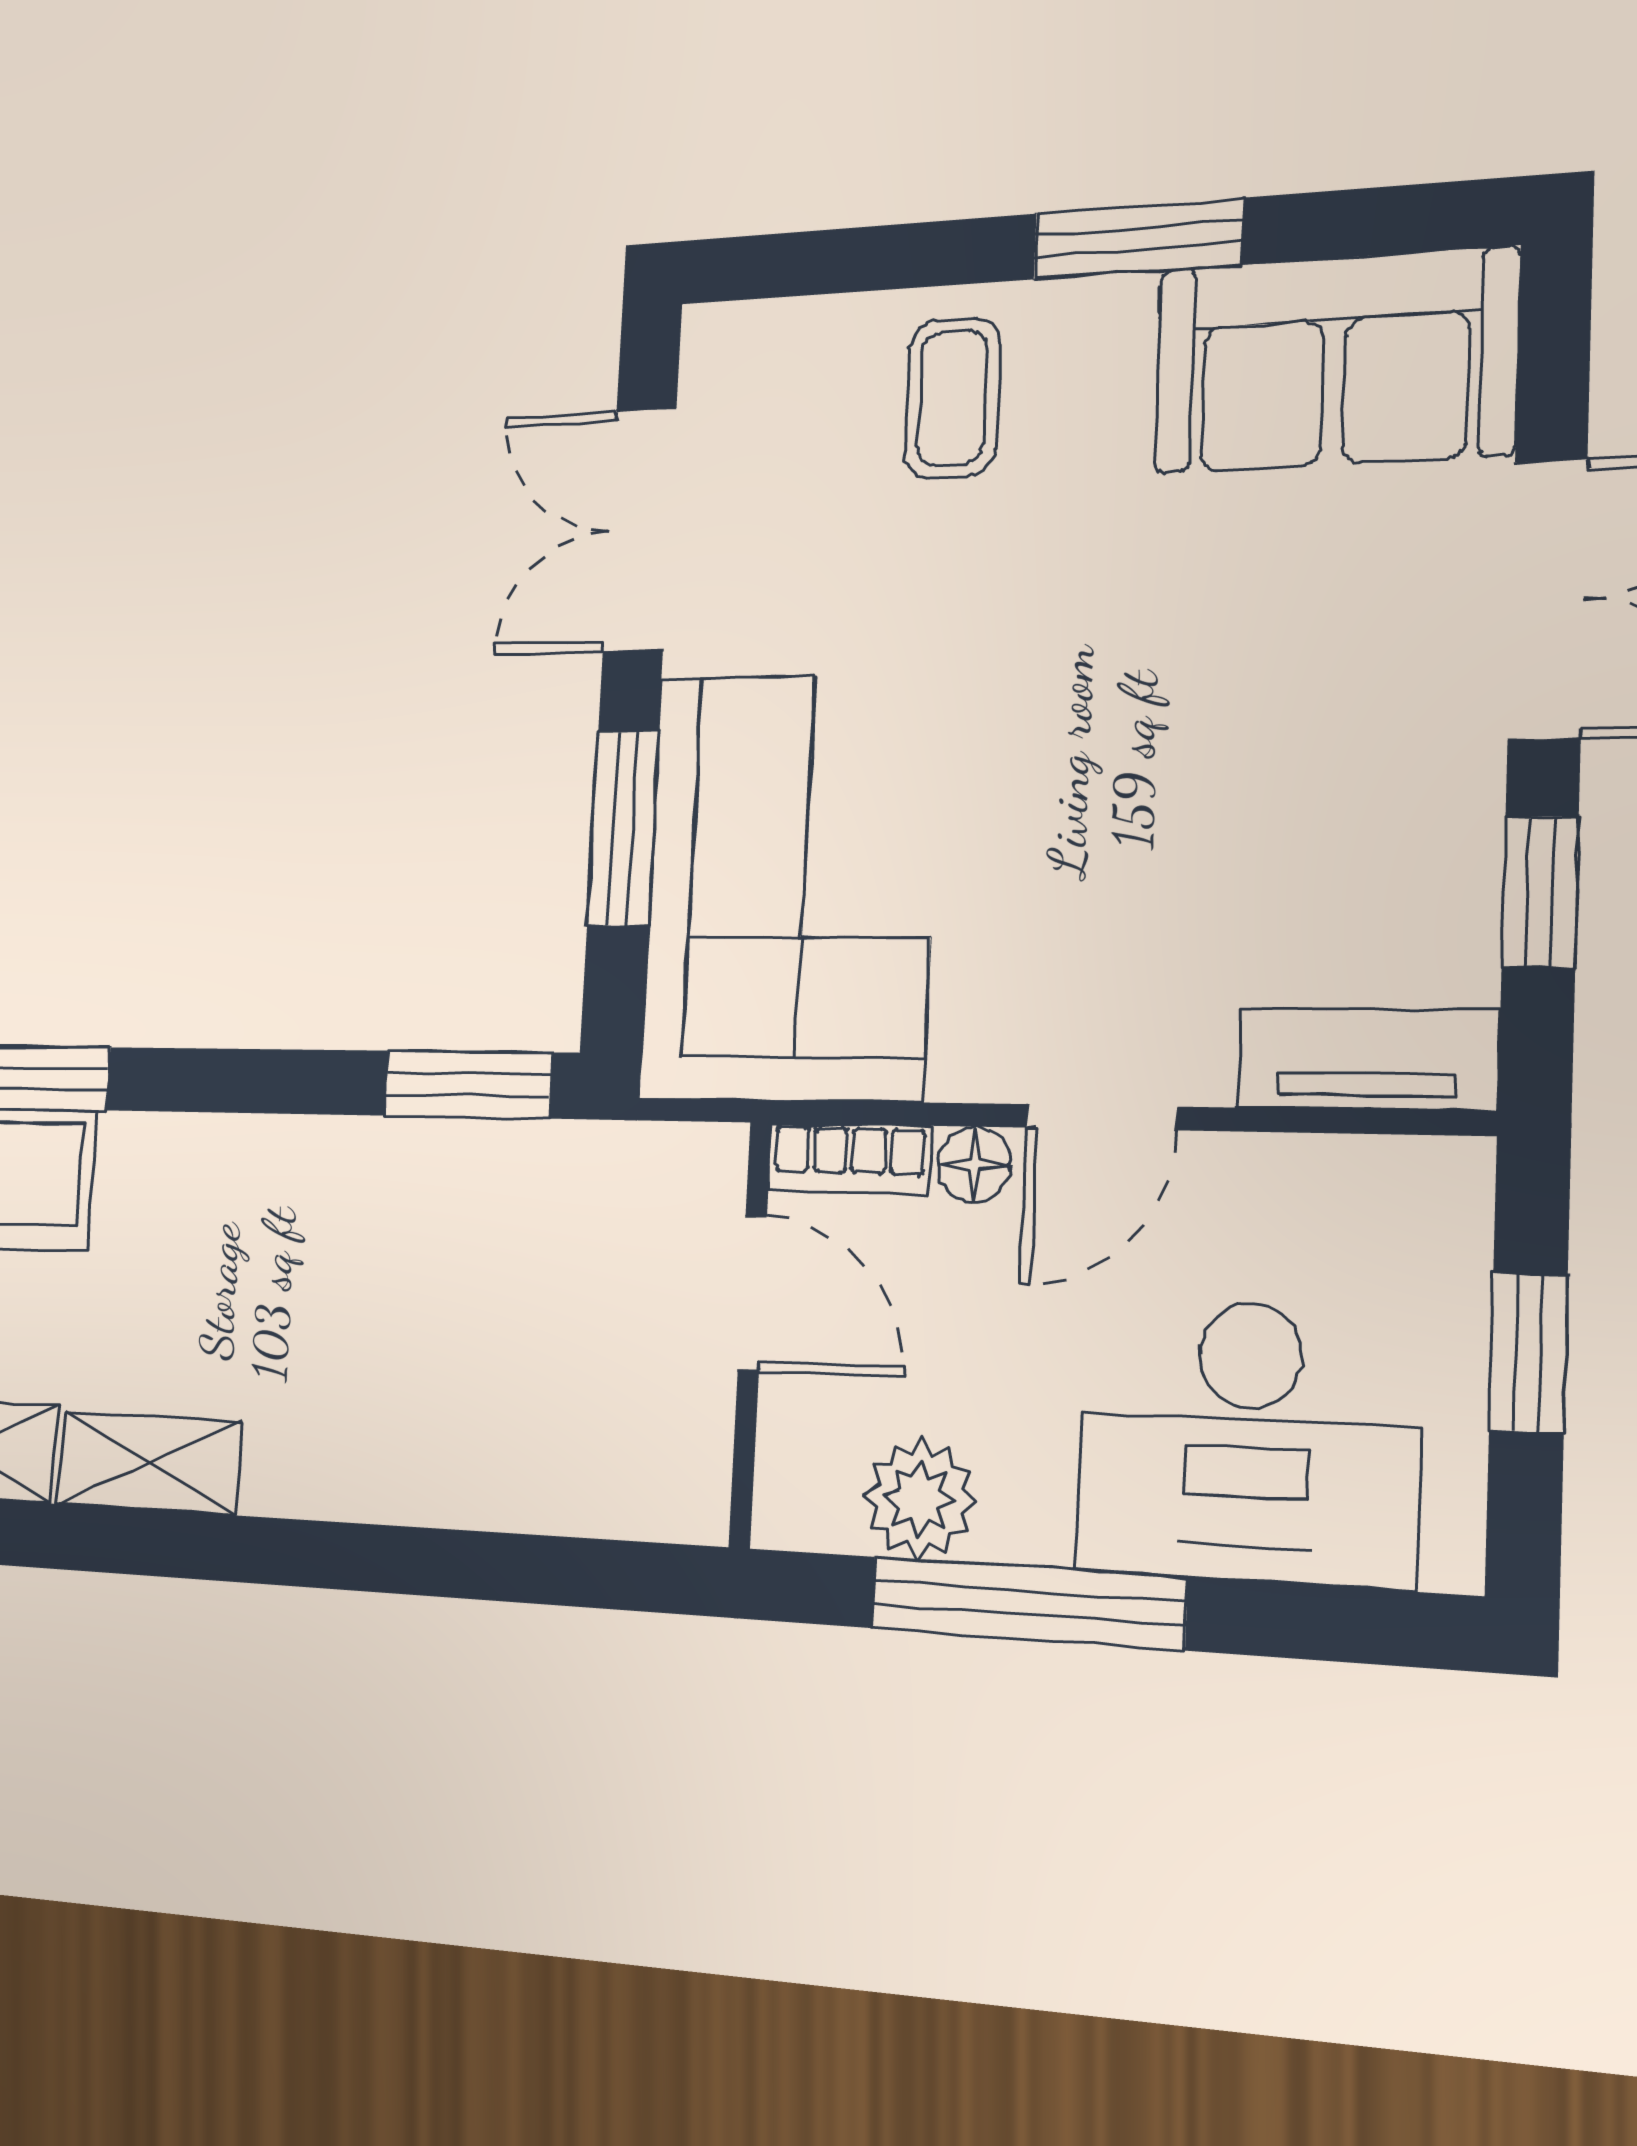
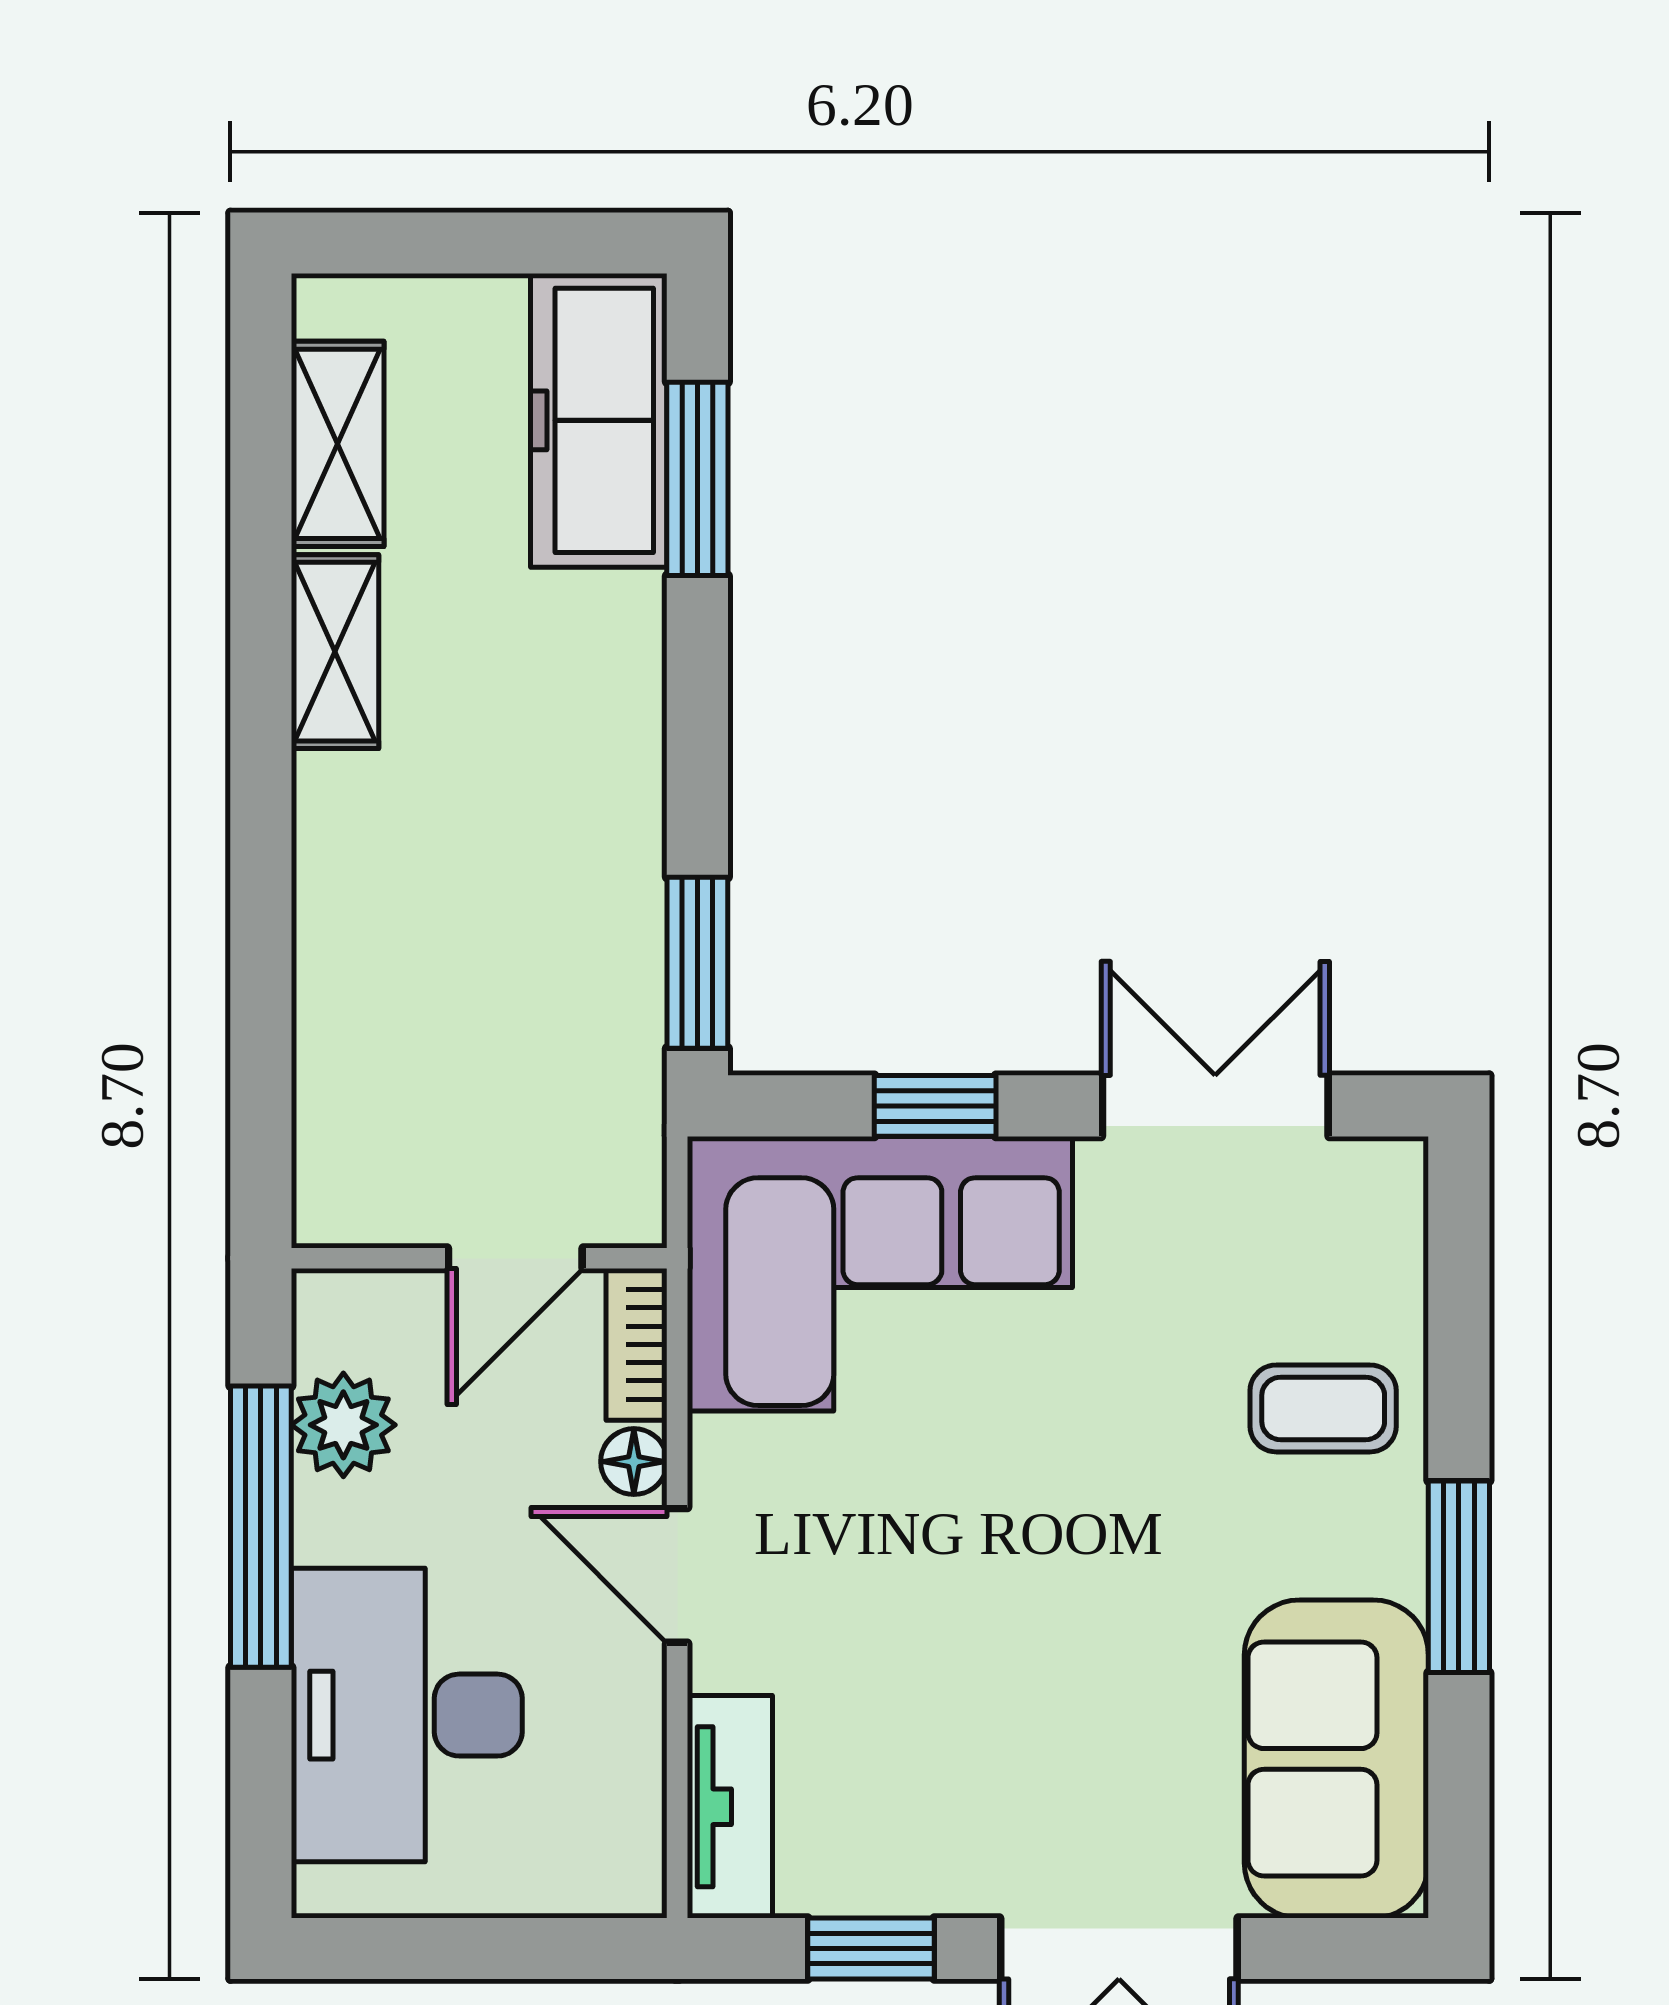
window: (623, 828) -> (935, 1106), width x0.67
window: (1528, 1353) -> (490, 1949), removed

